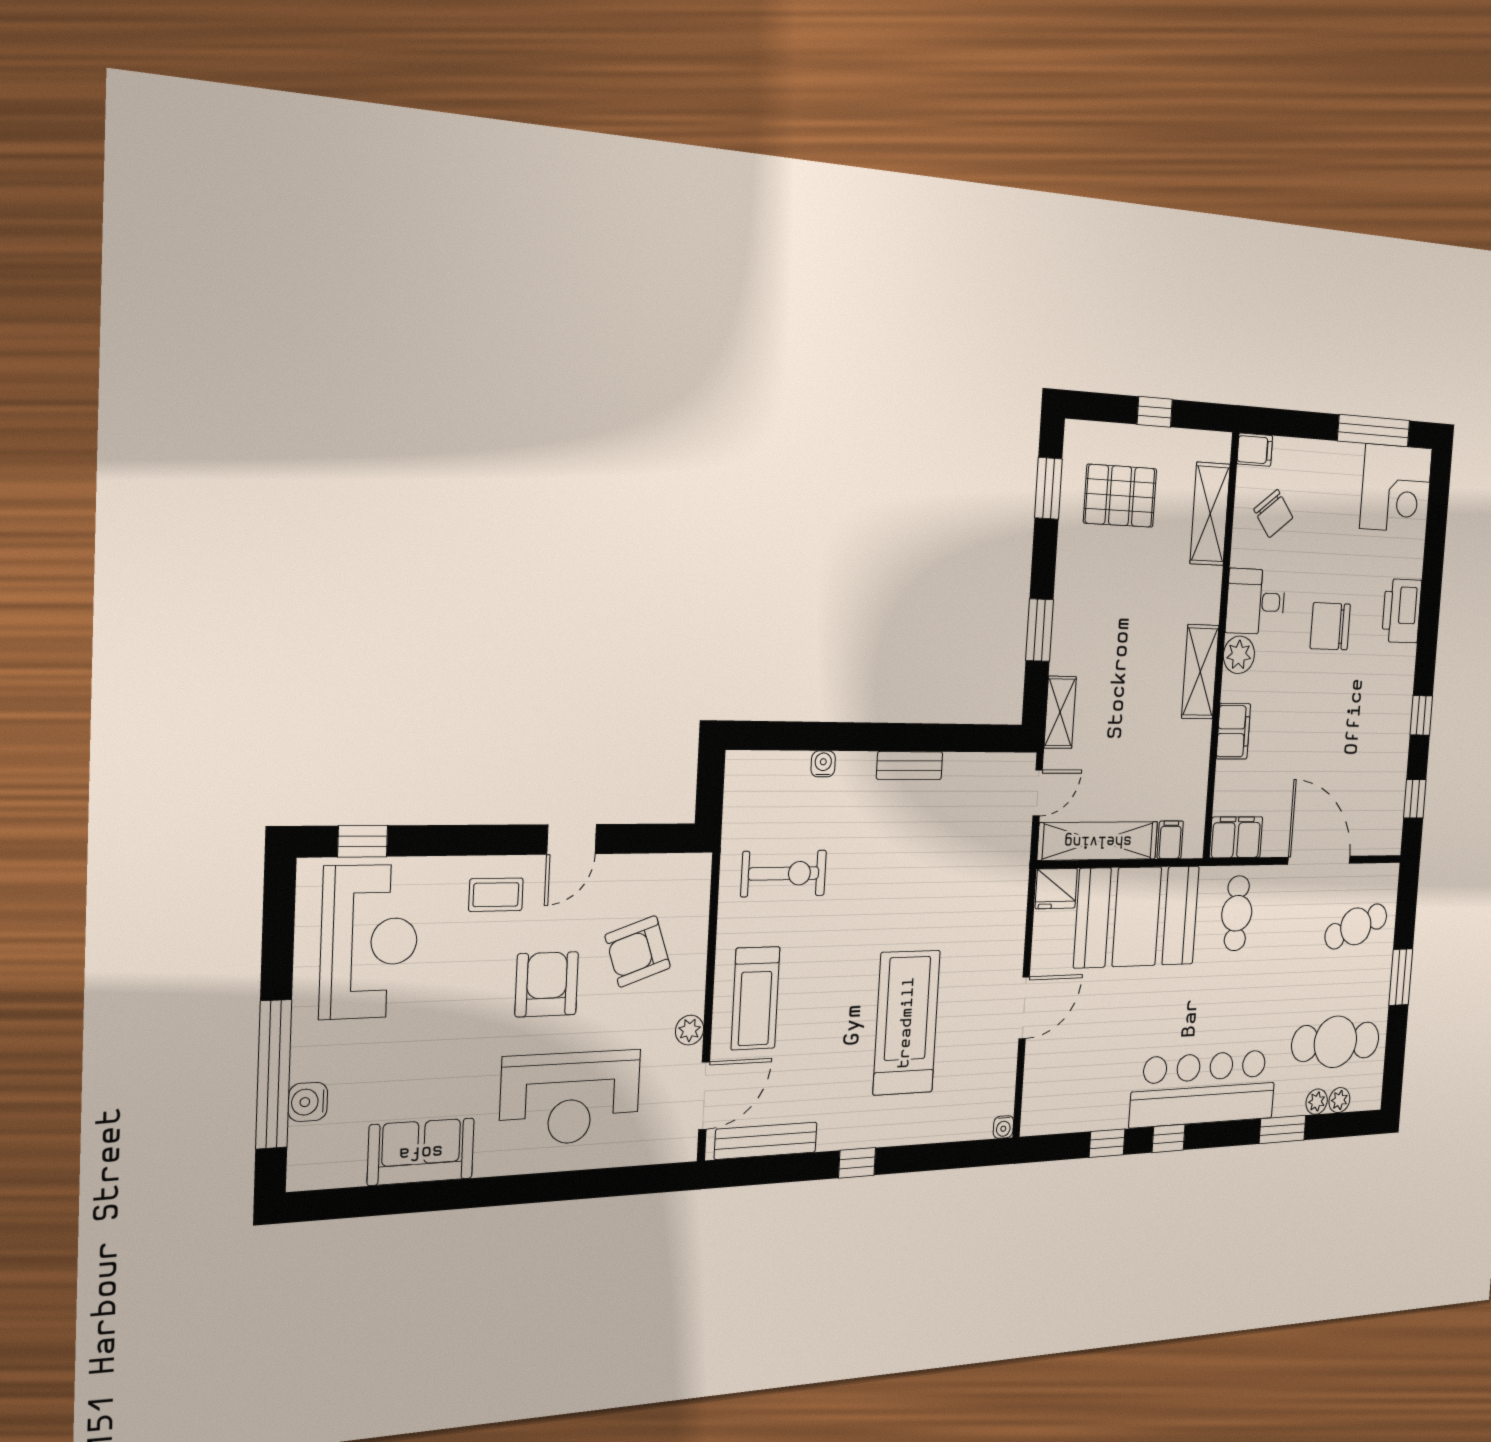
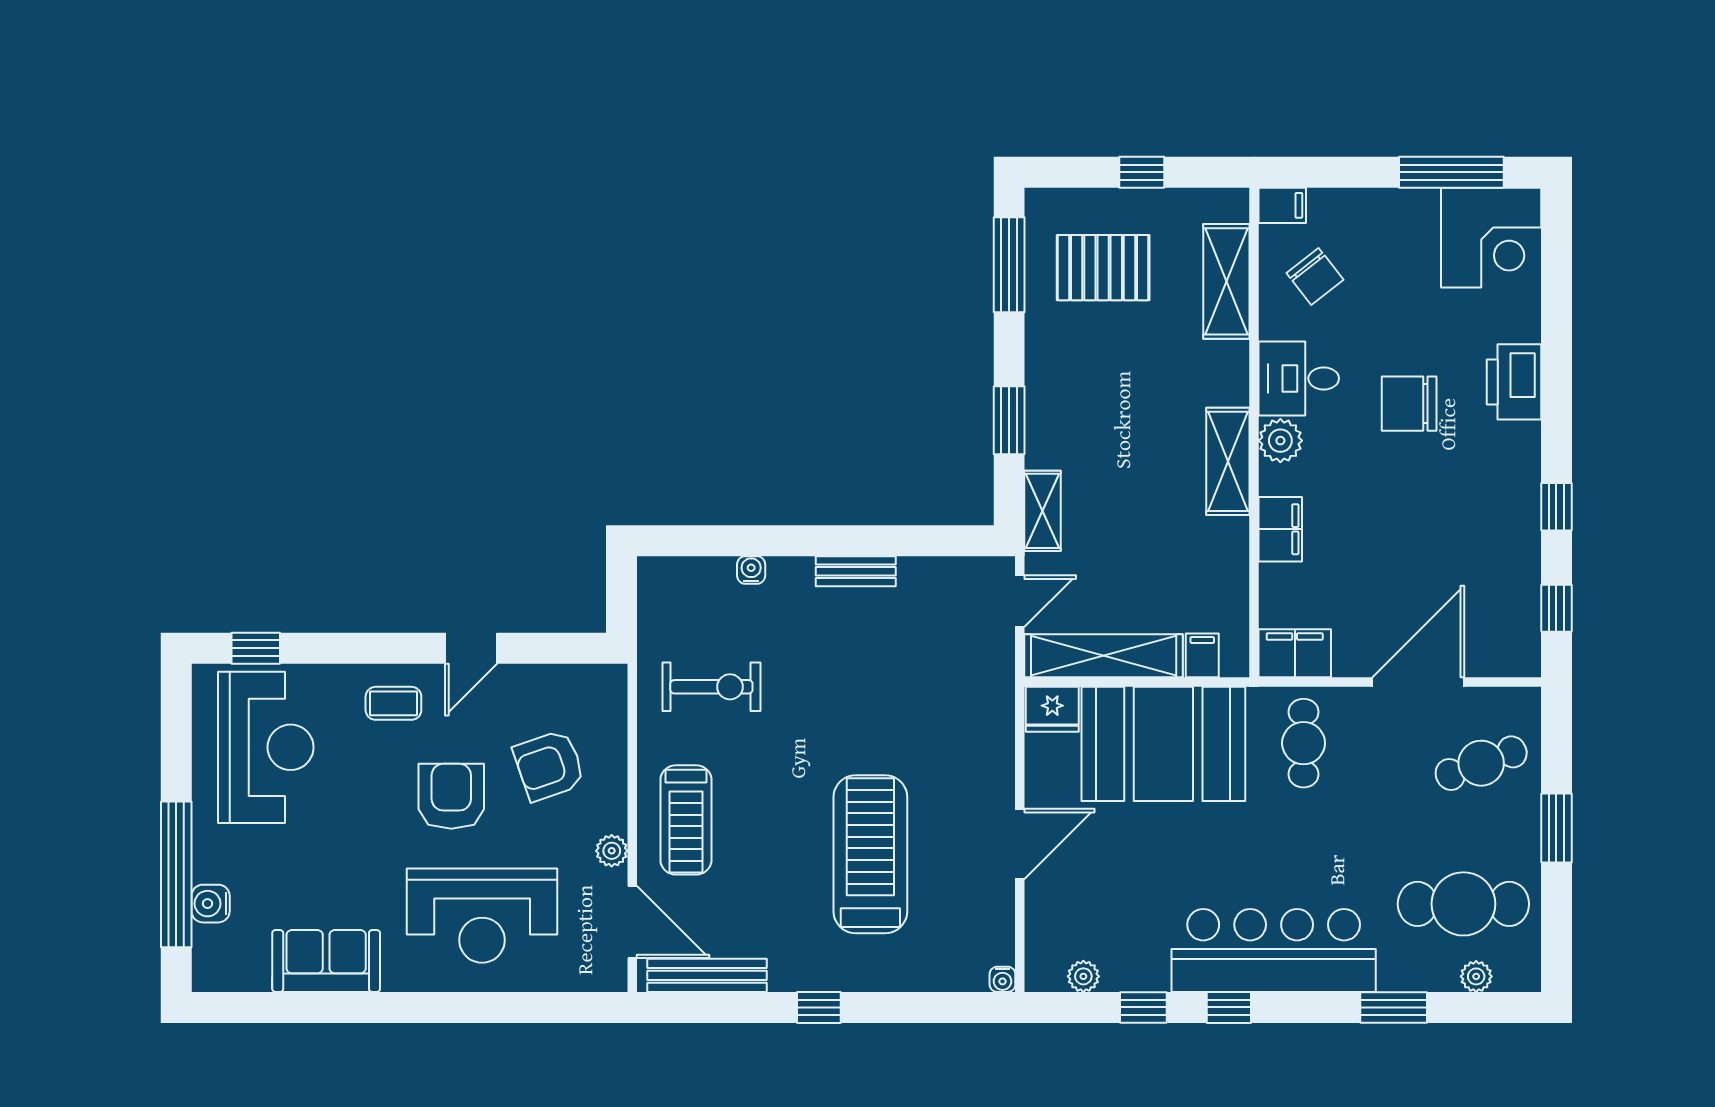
window: (1048, 488) -> (1009, 265), width x1.44
door: (1319, 860) -> (1418, 682), hinge flipped
door: (704, 1096) -> (632, 922), hinge flipped
plant: (1317, 1102) -> (1083, 976), moved

